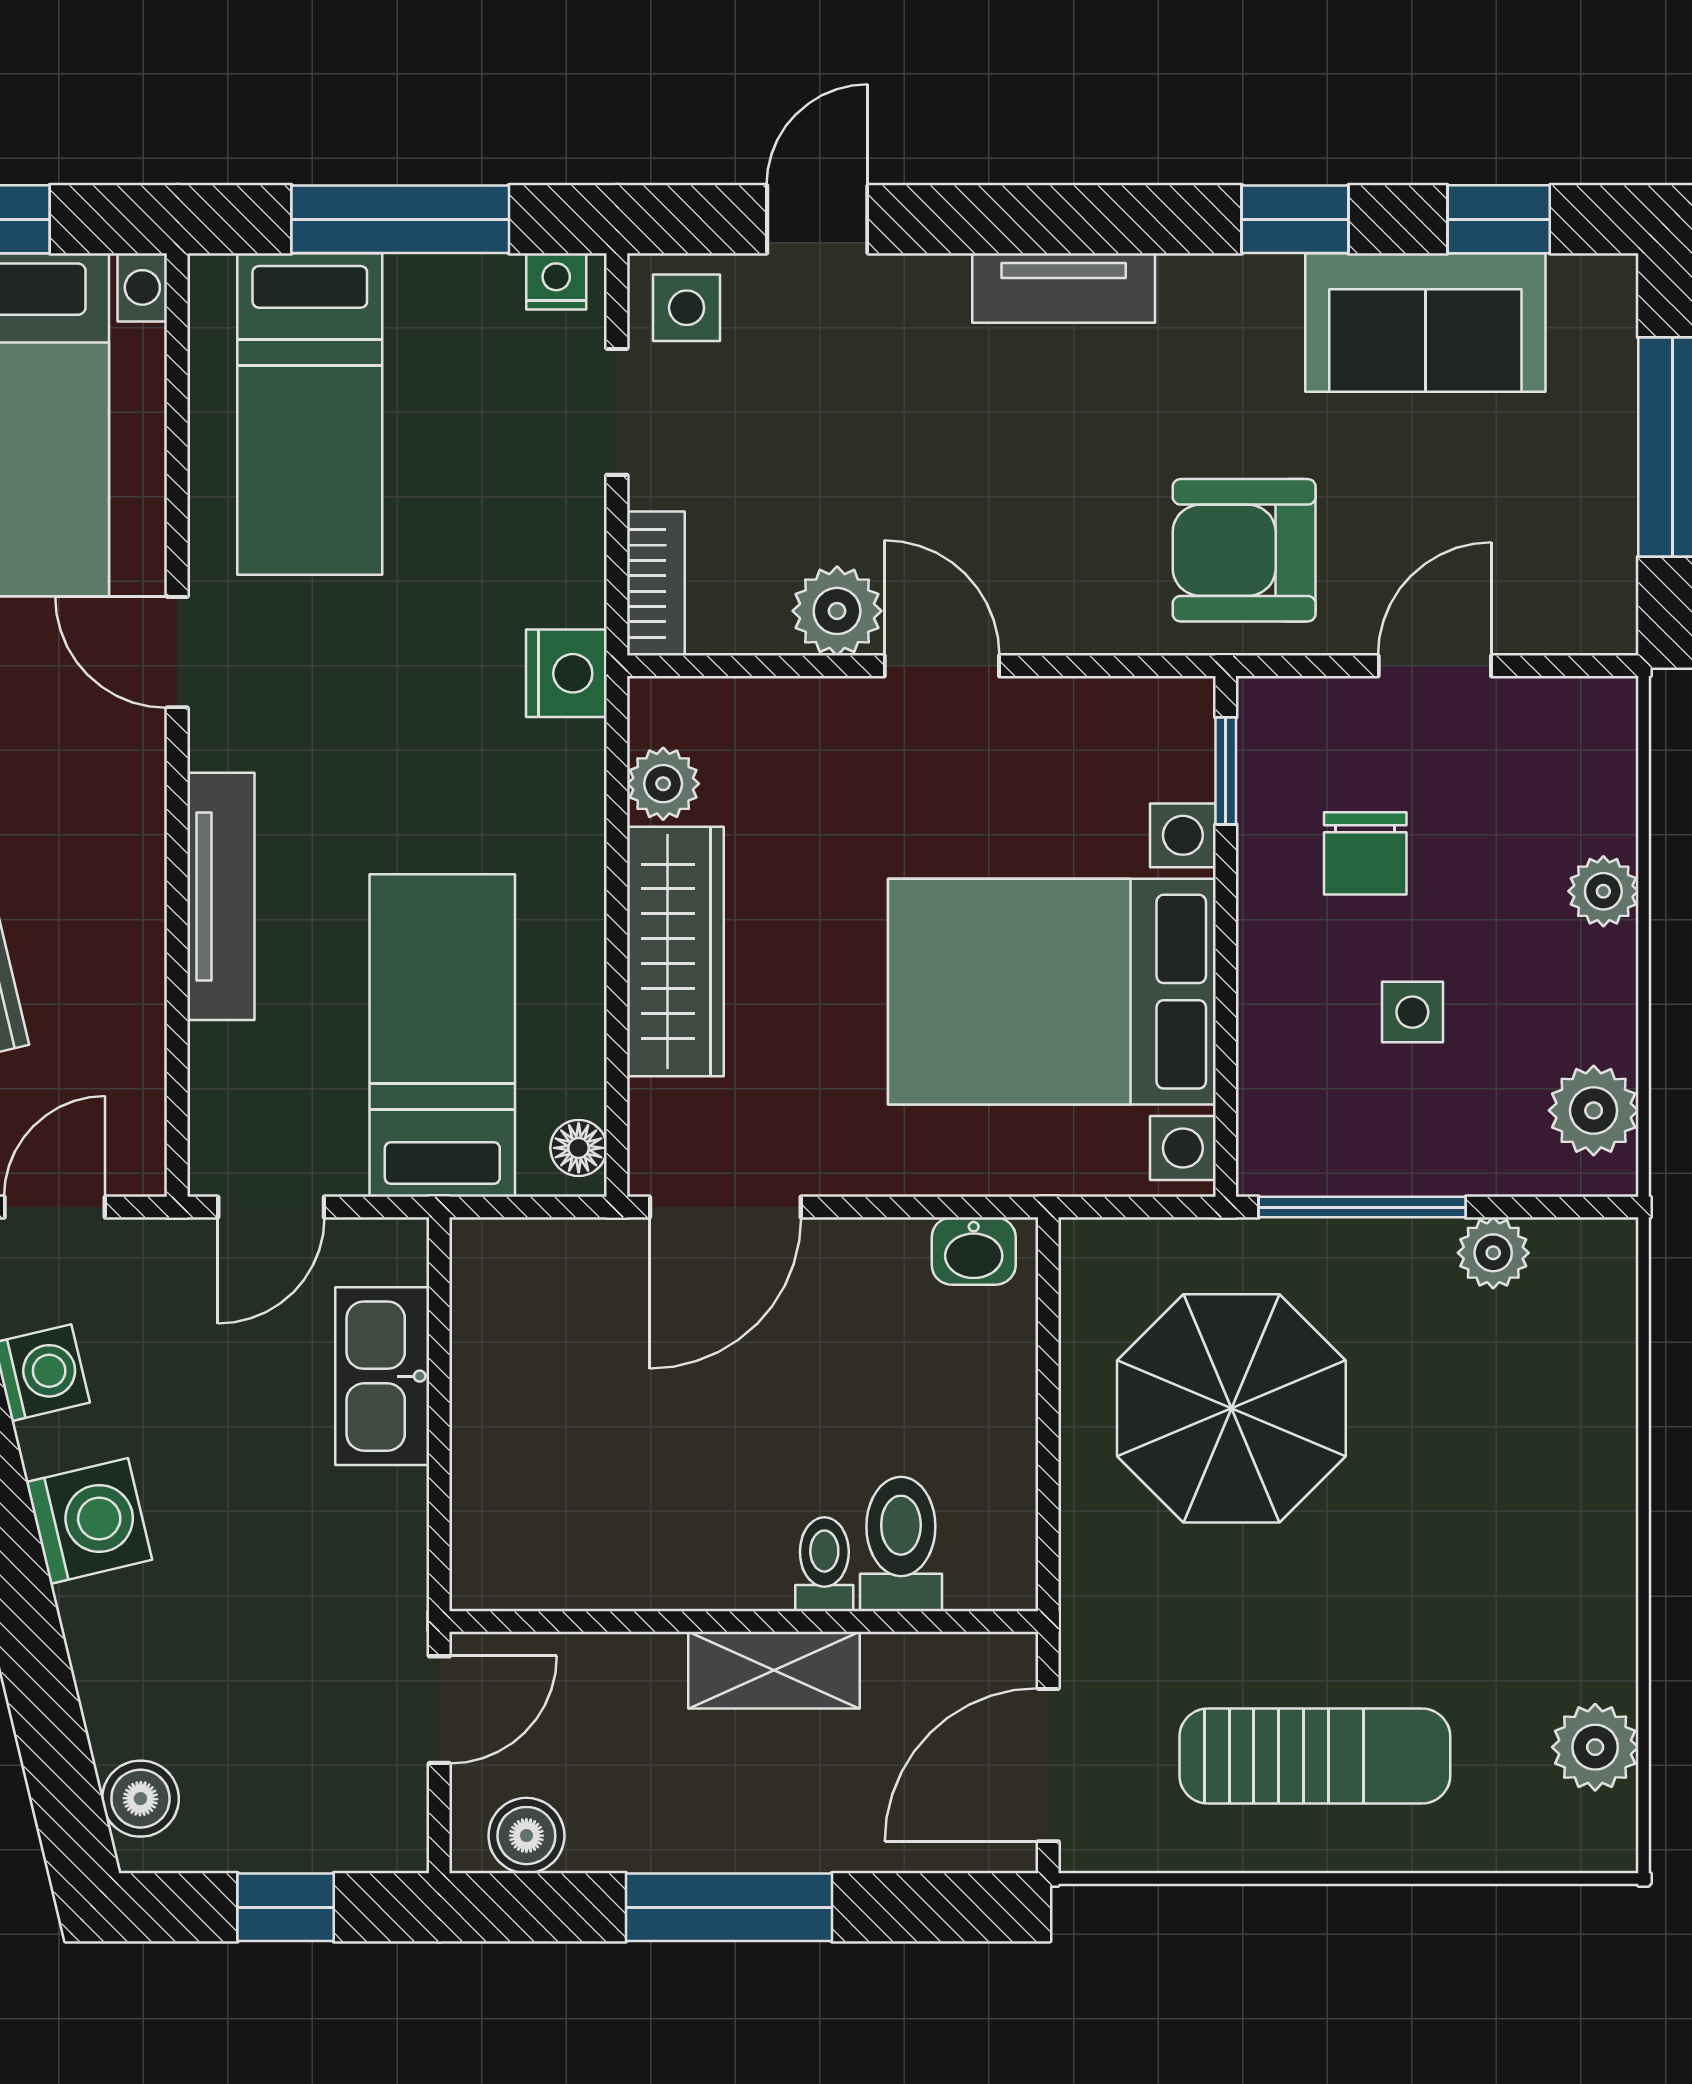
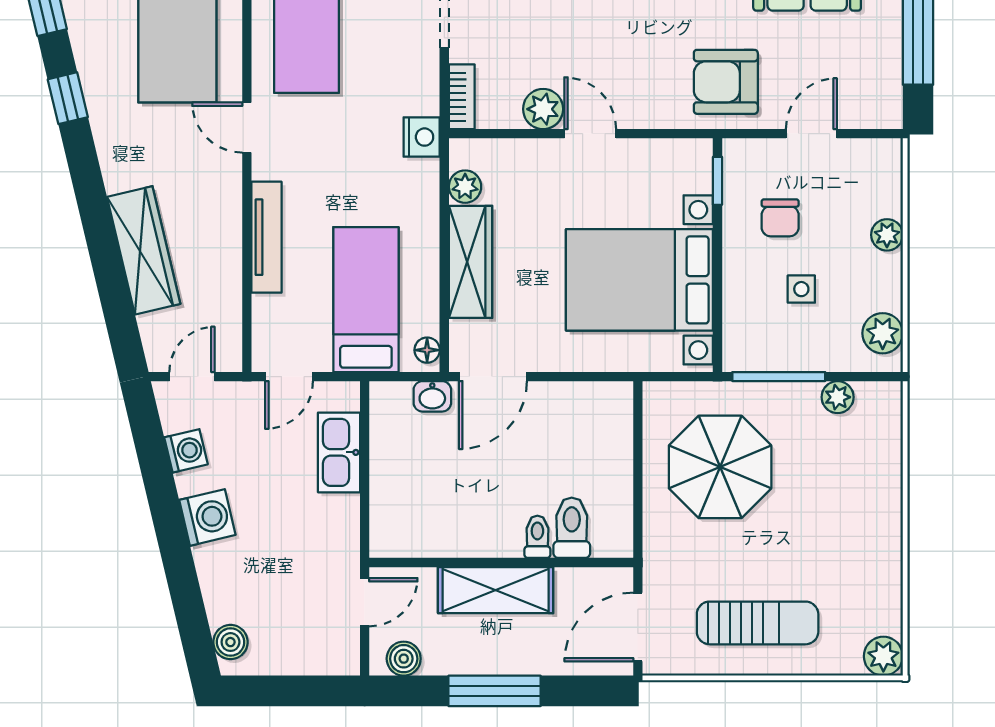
washbasin: (974, 1251) -> (432, 396), moved
shelving: (774, 1670) -> (496, 590), width x1.50, depth x1.33
plant: (1595, 1747) -> (883, 656), moved
window: (286, 1907) -> (296, 691), removed

